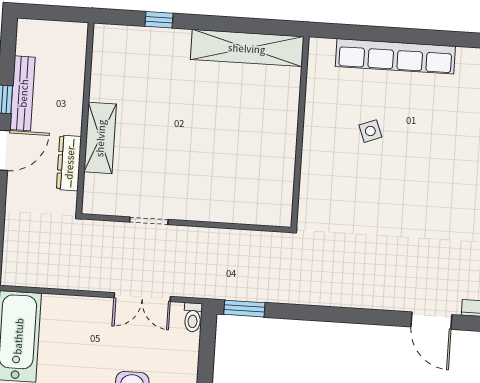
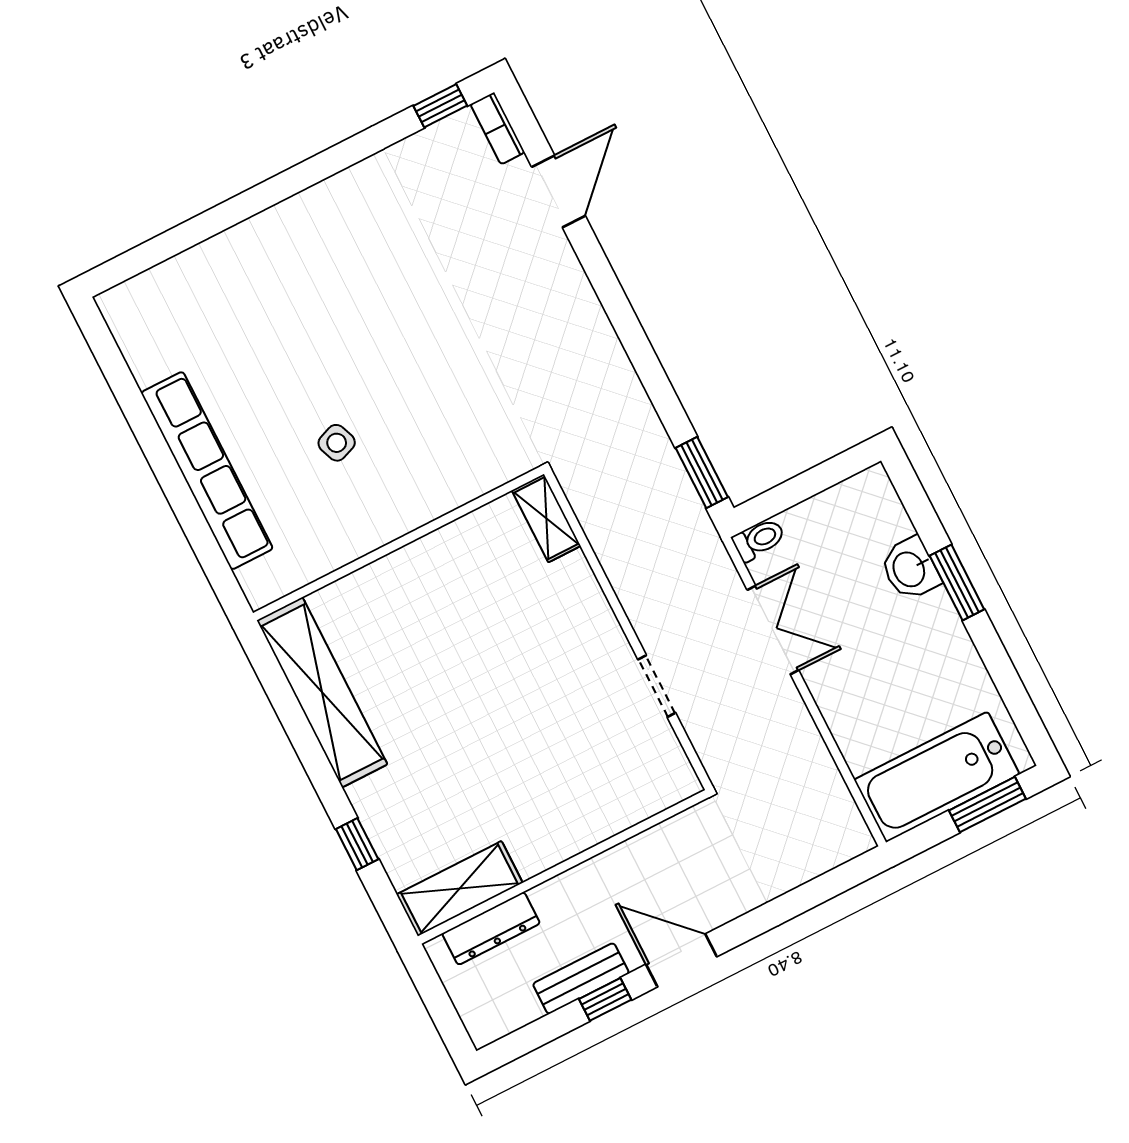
bench: (23, 93) -> (581, 978), width x0.73
shelving: (100, 138) -> (460, 889), moved
dresser: (69, 163) -> (491, 928), moved
shelving: (268, 215) -> (546, 518), added

